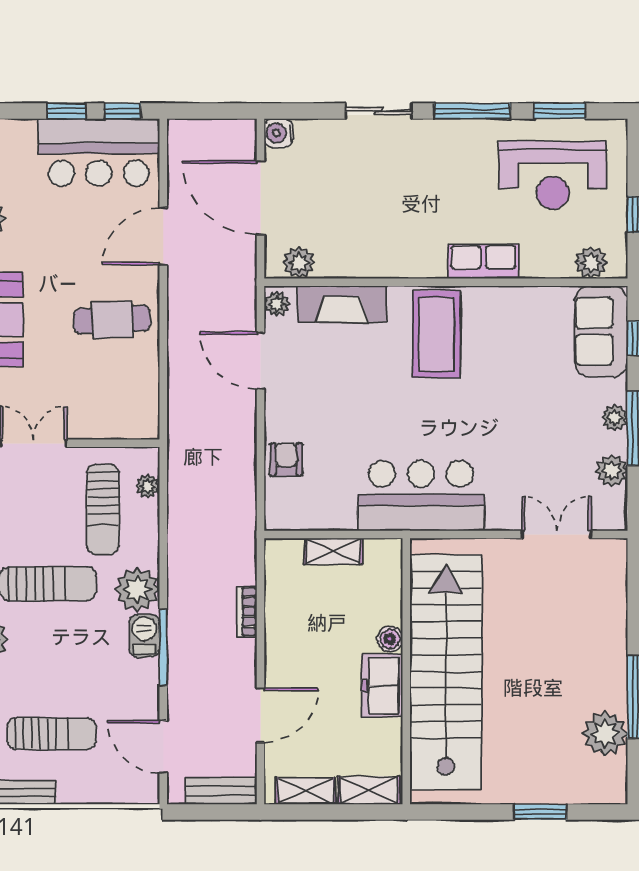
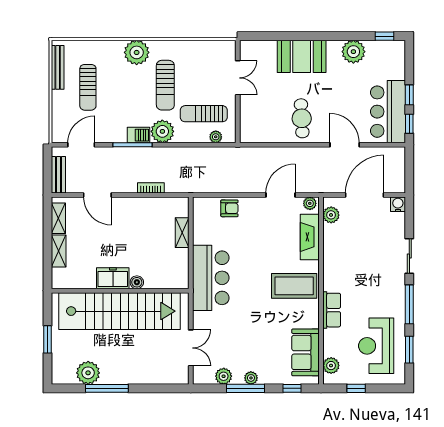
sofa: (601, 331) -> (305, 352), moved, turned -90
boiler: (390, 639) -> (137, 282), moved
wall: (406, 671) -> (120, 291), moved
stairs: (446, 672) -> (120, 311), moved
freezer: (382, 686) -> (113, 278), moved

